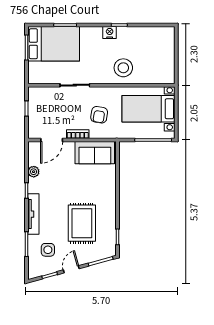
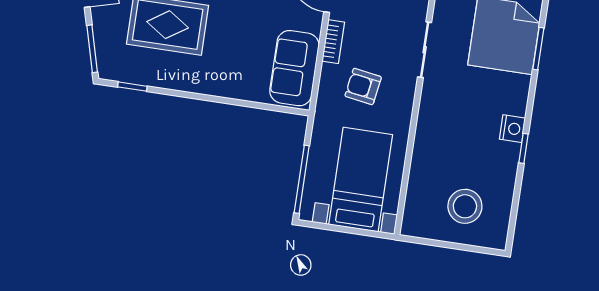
stool: (123, 68) -> (465, 206), moved

